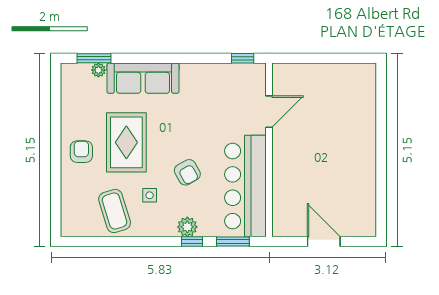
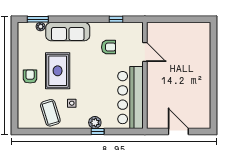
window: (243, 58) -> (116, 19), moved
door: (269, 112) -> (145, 52), hinge flipped
armchair: (187, 172) -> (109, 47), moved, turned -61
window: (233, 242) -> (123, 131), removed

